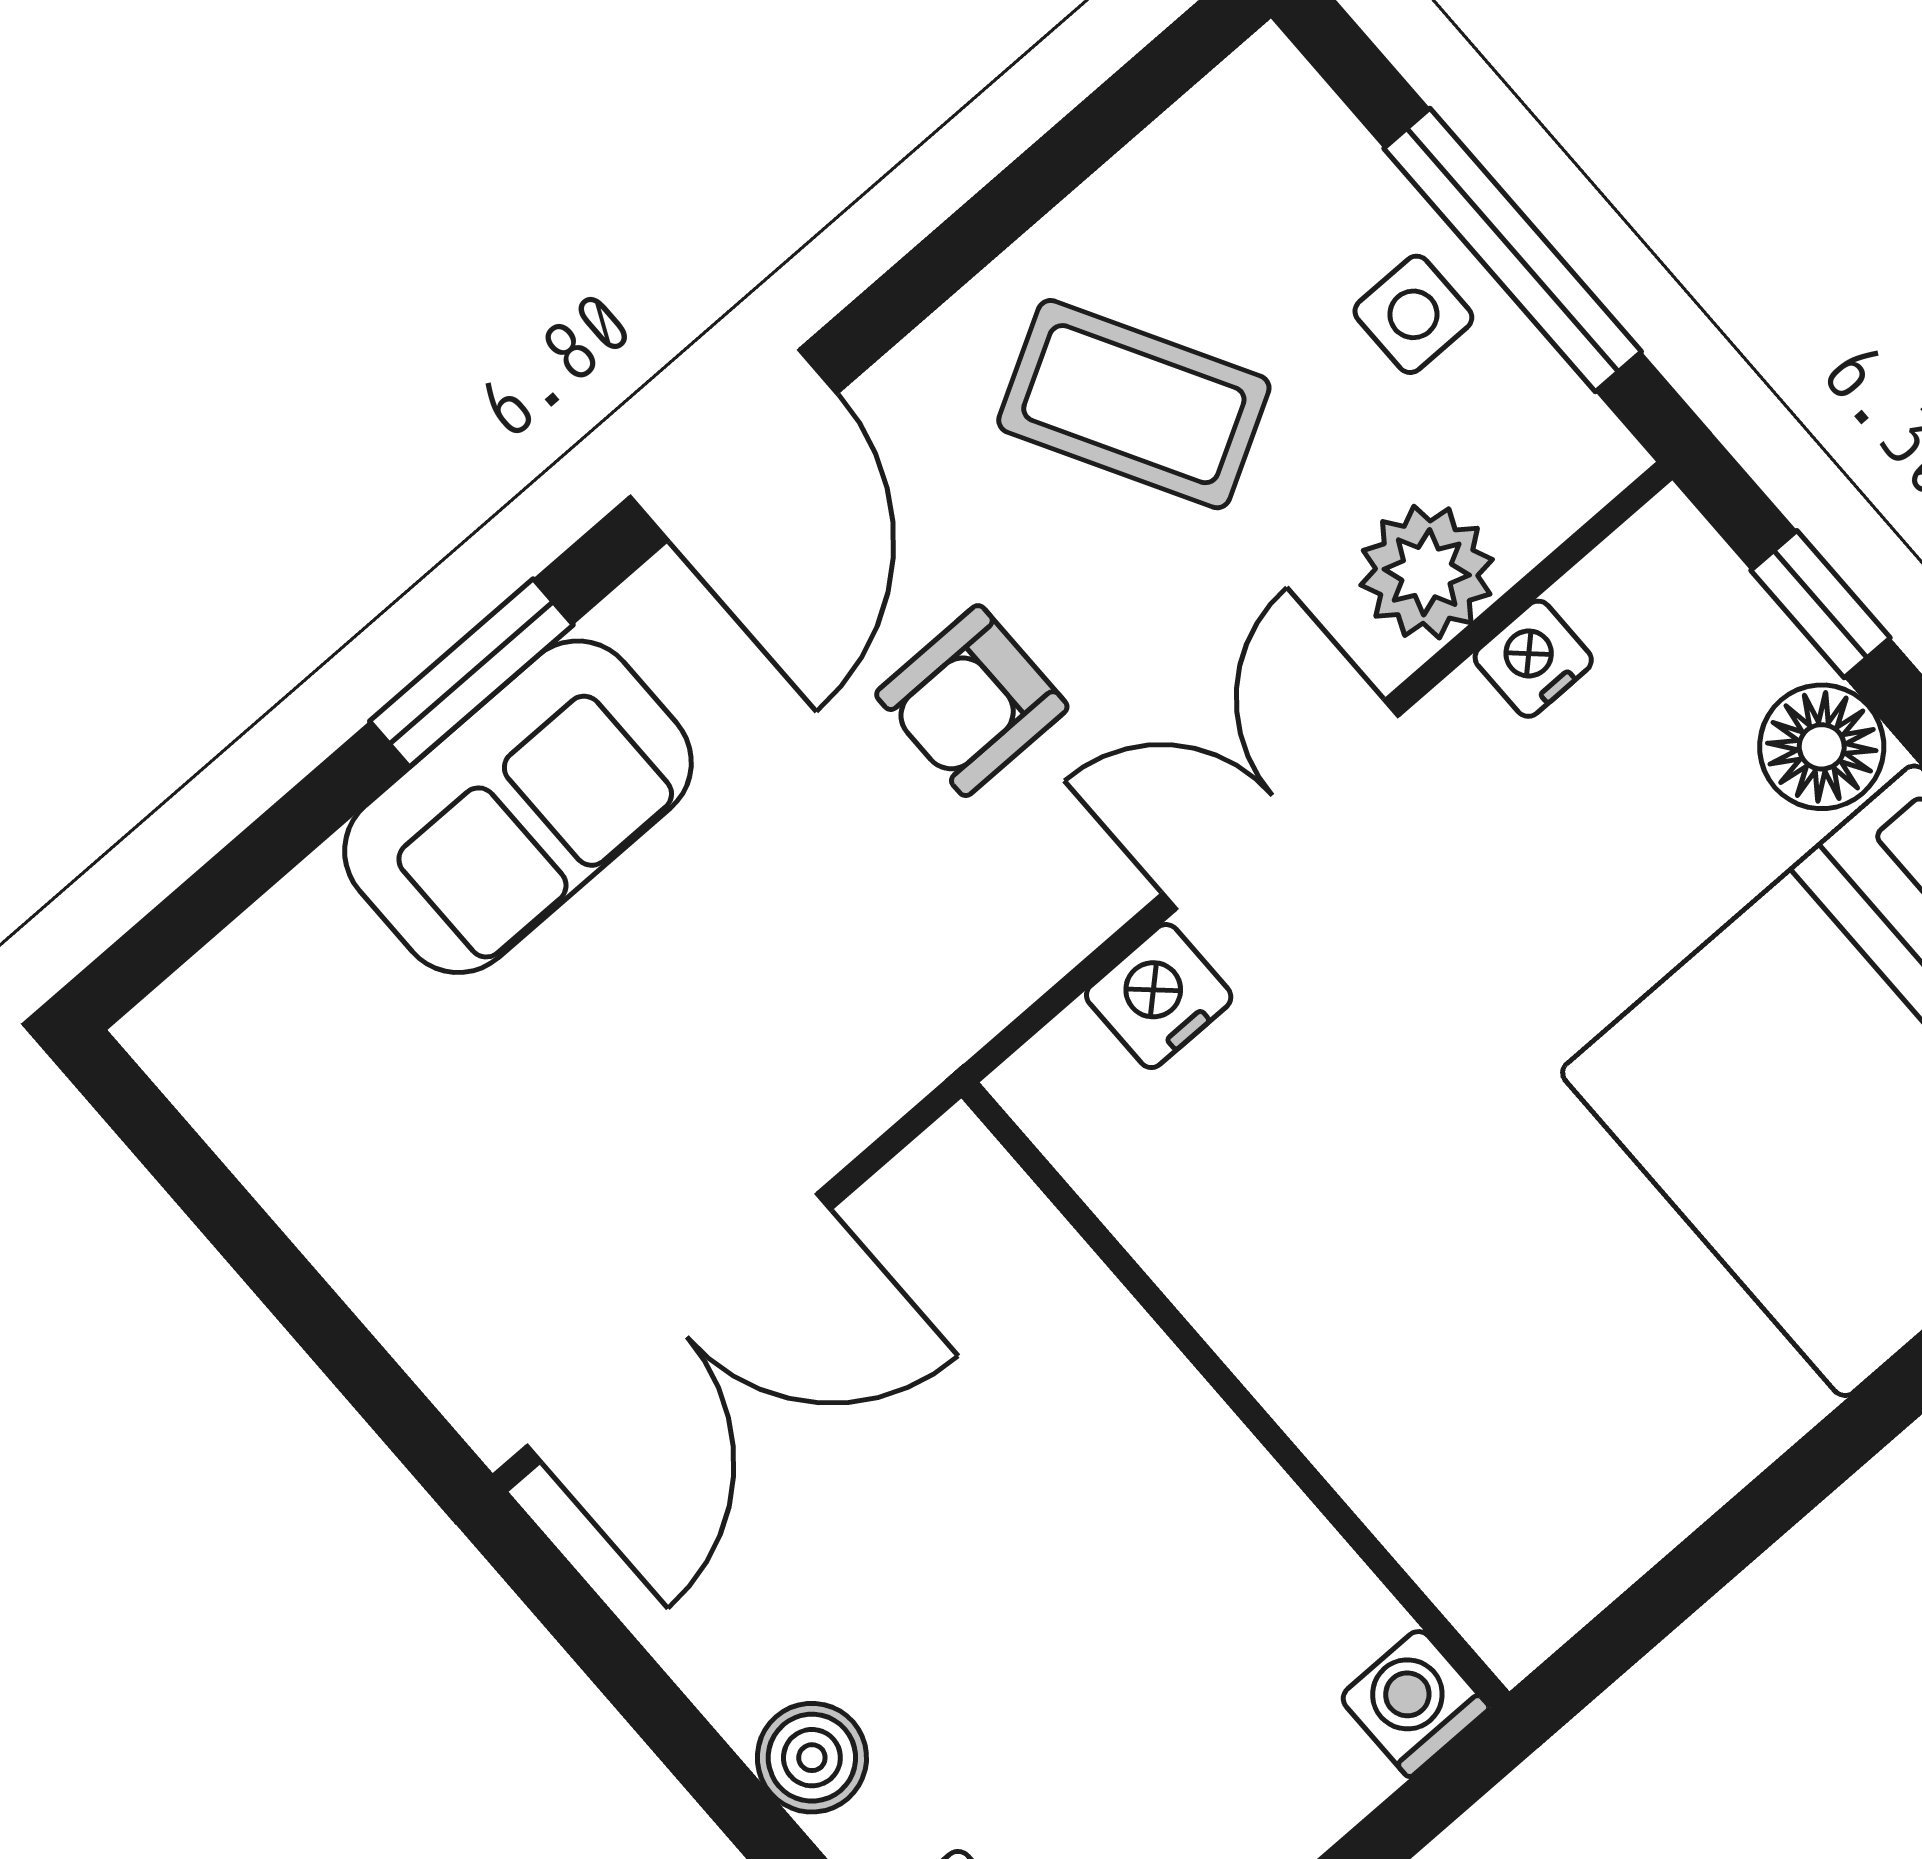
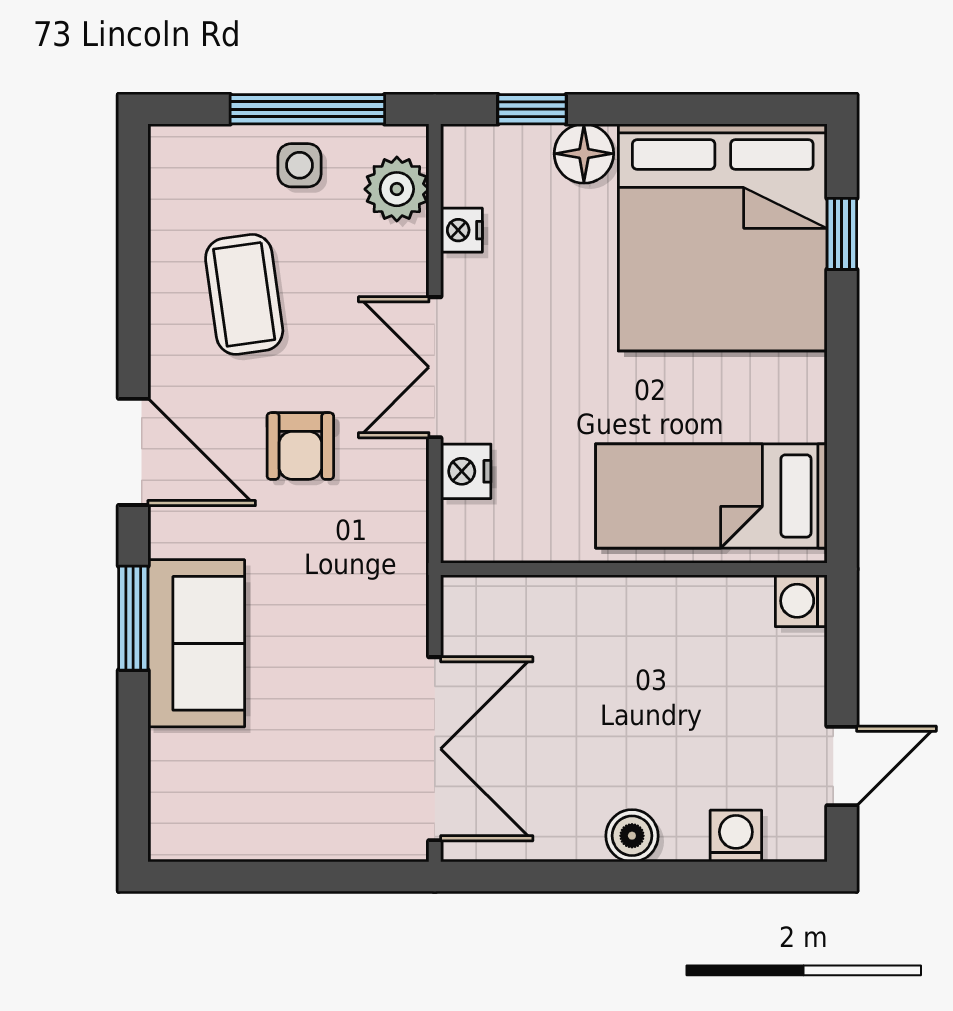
coffee table: (1134, 404) -> (244, 294), turned -69
plant: (1427, 572) -> (397, 189), moved
bed: (1457, 1417) -> (711, 496), added

